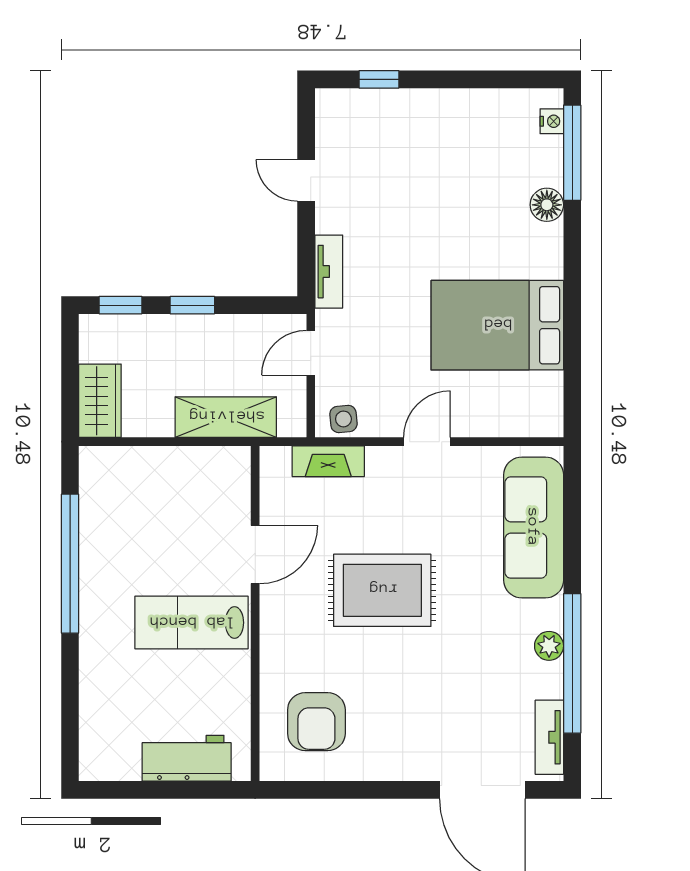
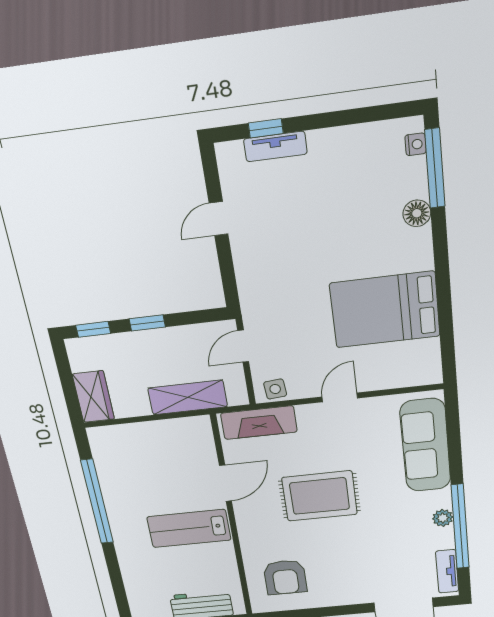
door: (306, 180) -> (219, 219), hinge flipped
tv unit: (329, 272) -> (275, 146), moved, turned 90
fireplace: (328, 461) -> (259, 423), width x1.37, depth x1.32

